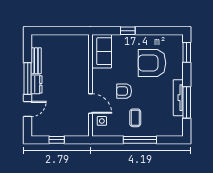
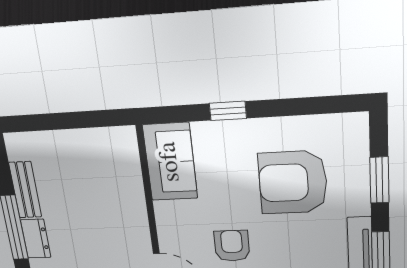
window: (187, 52) -> (379, 180), moved
armchair: (124, 91) -> (232, 246), turned 90

